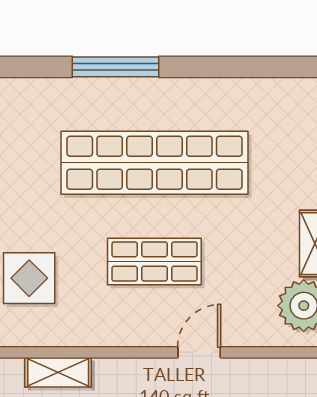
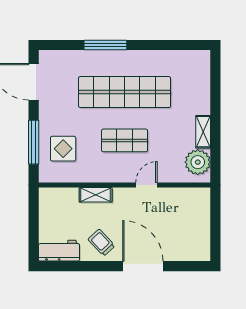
shelving: (58, 372) -> (96, 195), moved

